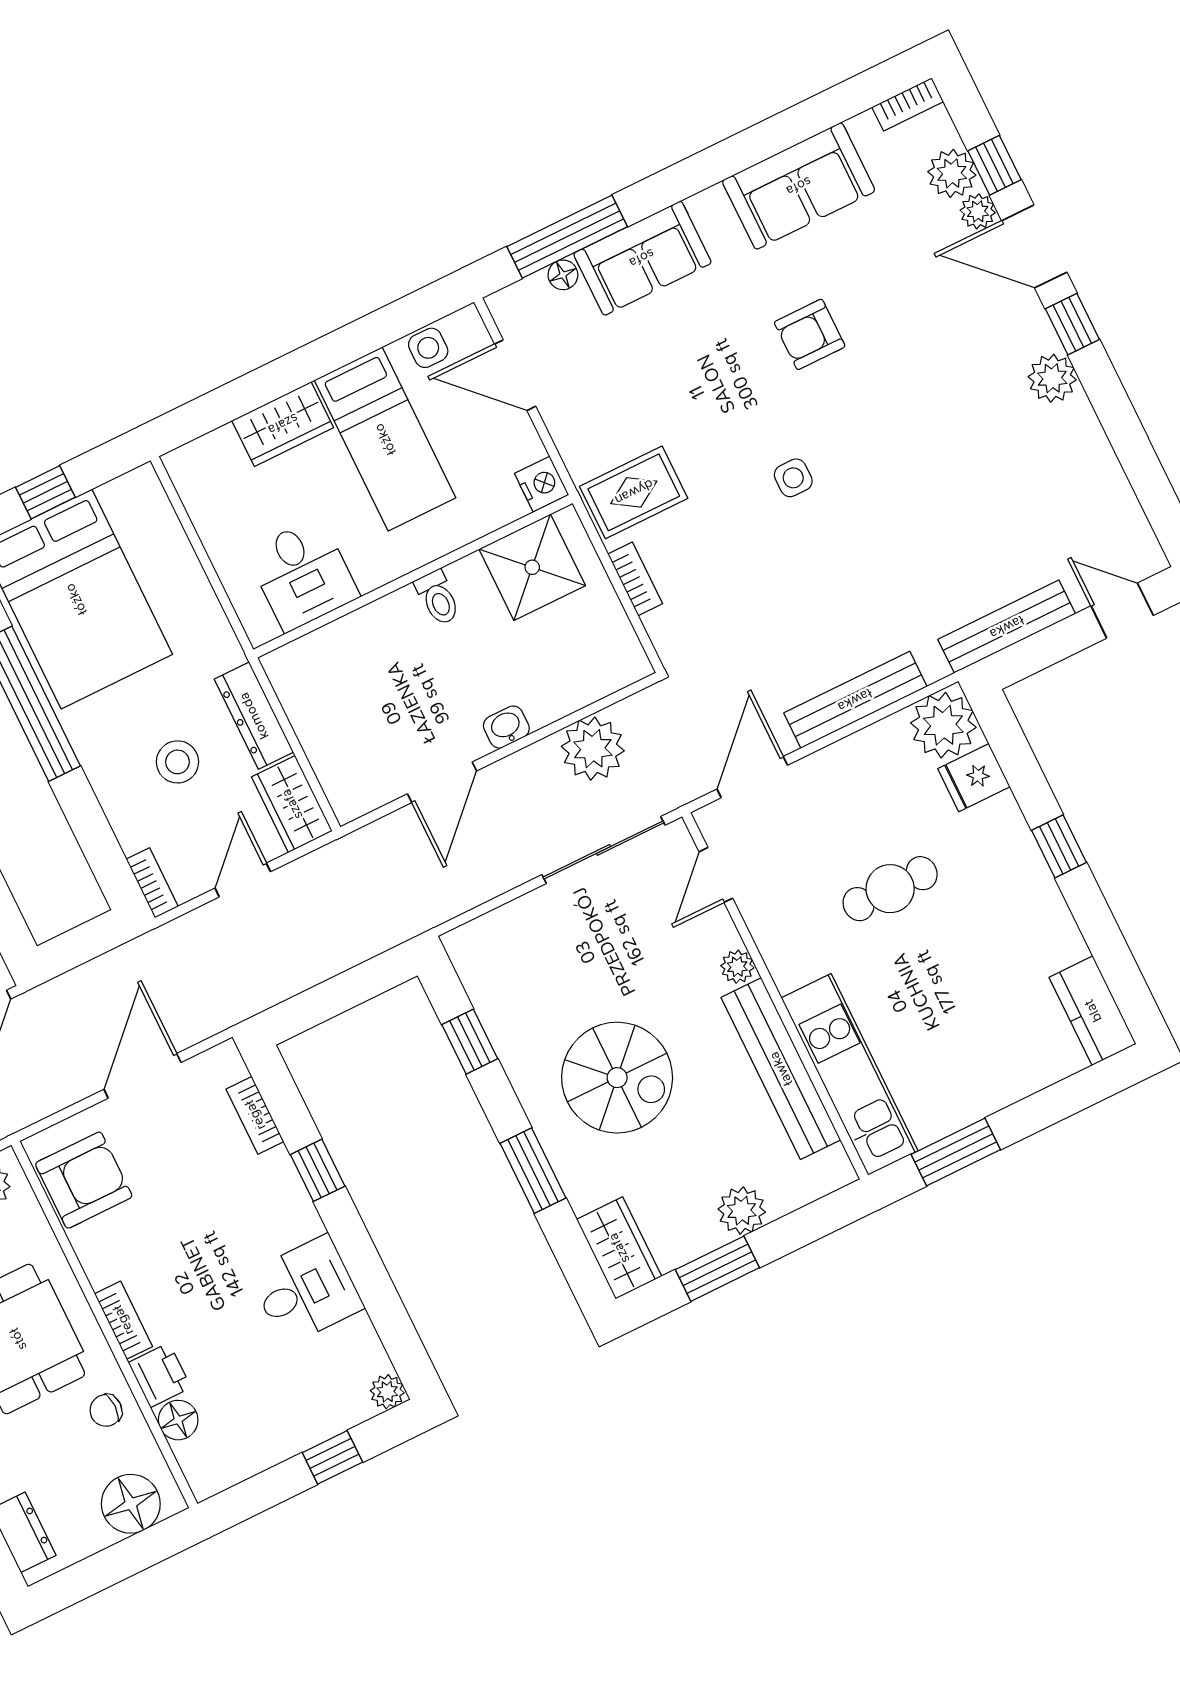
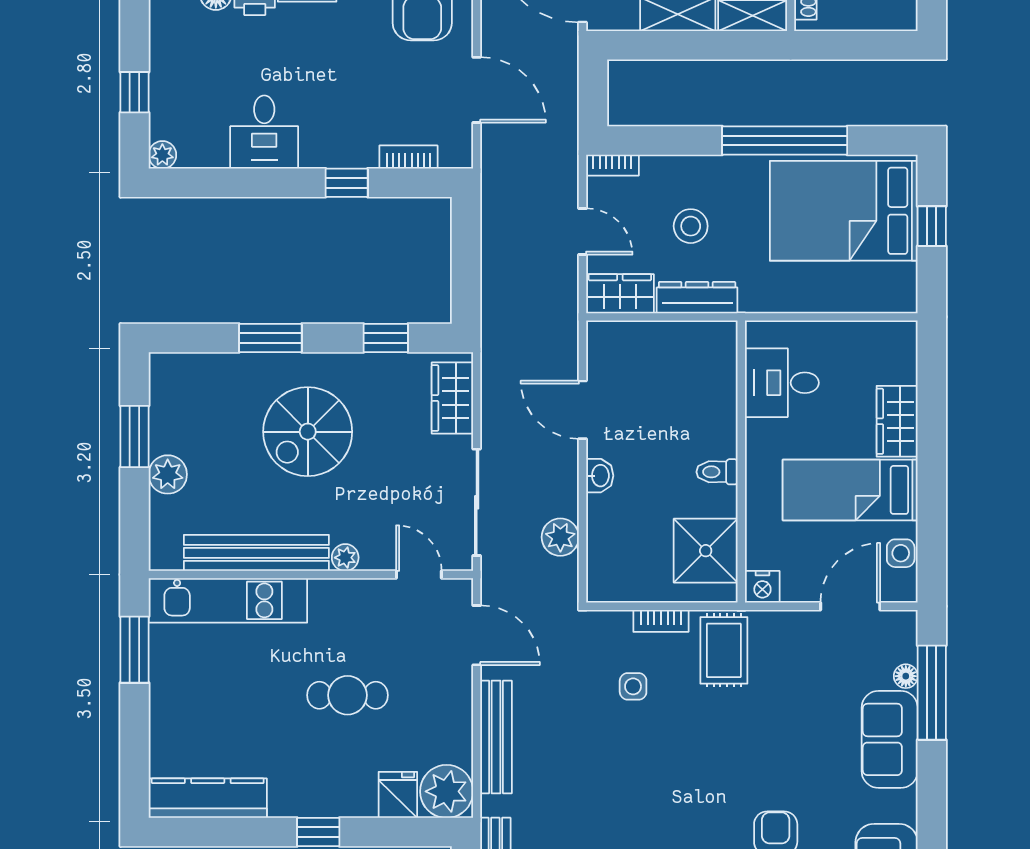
side table: (793, 478) -> (633, 686), moved
plant: (593, 749) -> (560, 537), width x0.73, depth x0.73
cafe table: (890, 889) -> (348, 695), turned 90
kitchen counter: (1093, 1011) -> (208, 798), width x1.50
wardrobe: (619, 1248) -> (452, 398), moved, turned 90

